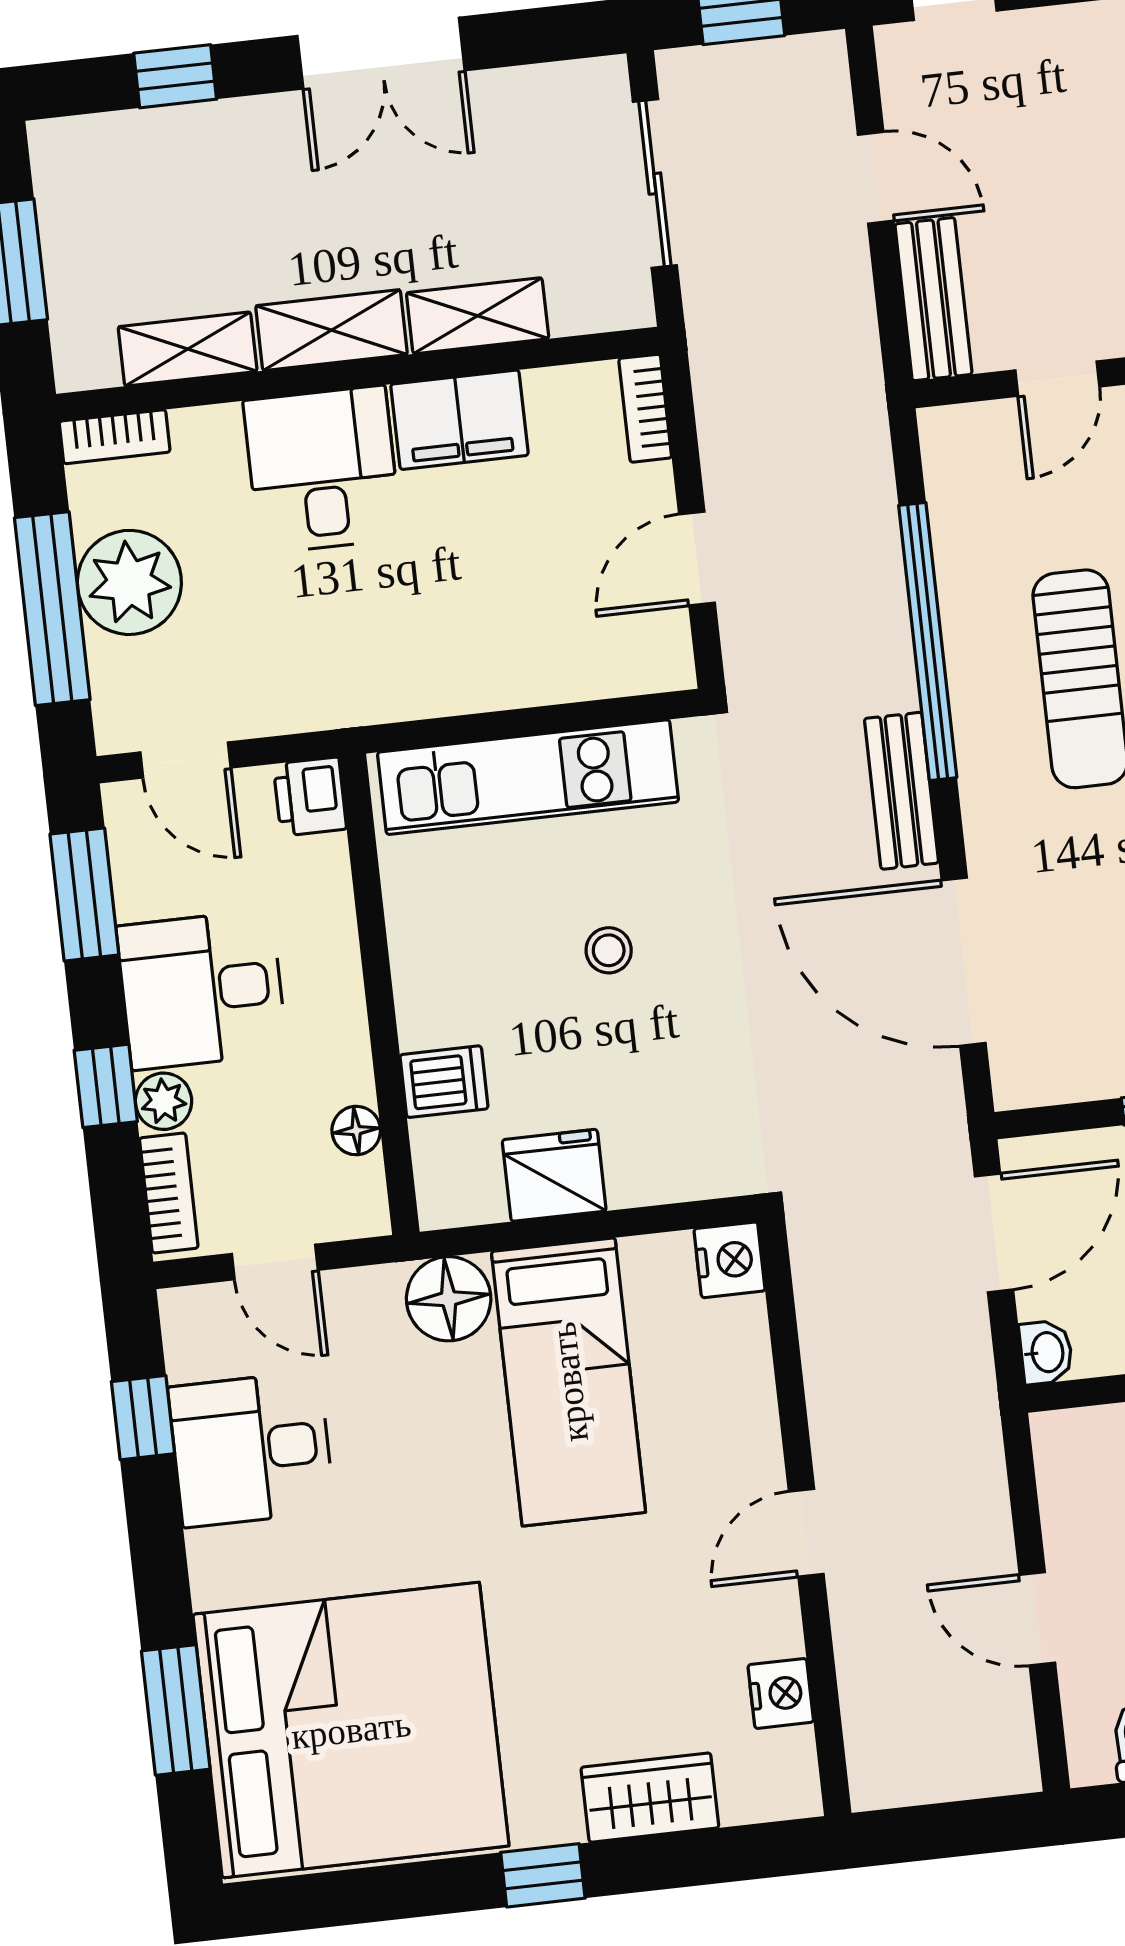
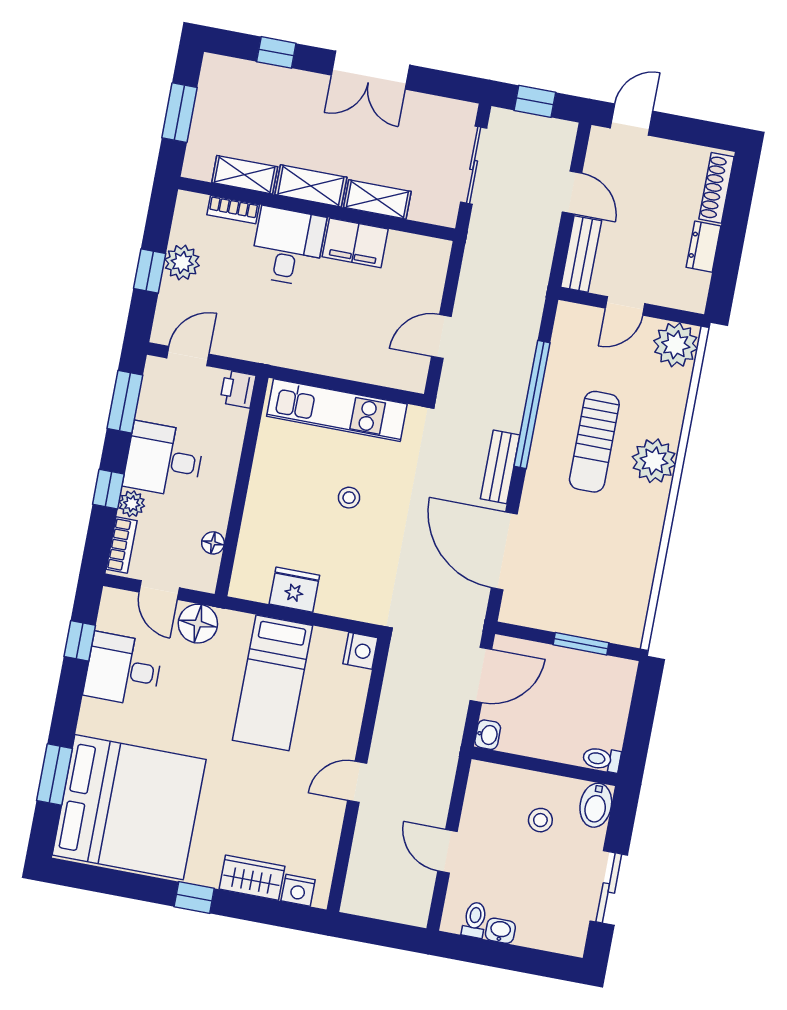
bookcase: (645, 408) -> (439, 263), removed
bookcase: (115, 437) -> (233, 210), moved
plant: (129, 582) -> (182, 262), width x0.73, depth x0.73
window: (52, 609) -> (150, 271), width x0.46
door: (185, 760) -> (188, 356), swing flipped
dishwasher: (444, 1082) -> (258, 533), removed
floor lamp: (449, 1299) -> (198, 624), moved
nightstand: (781, 1693) -> (298, 890), moved, turned 90

